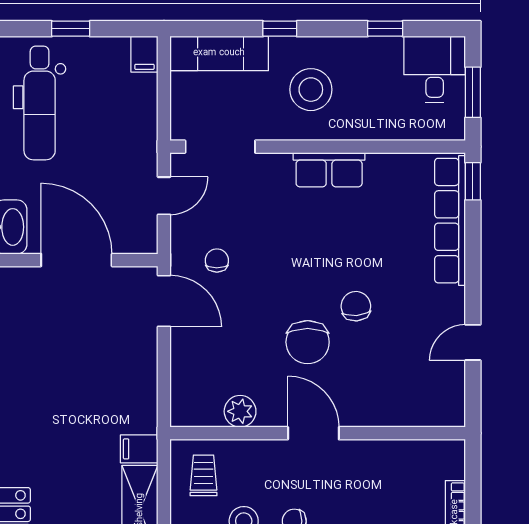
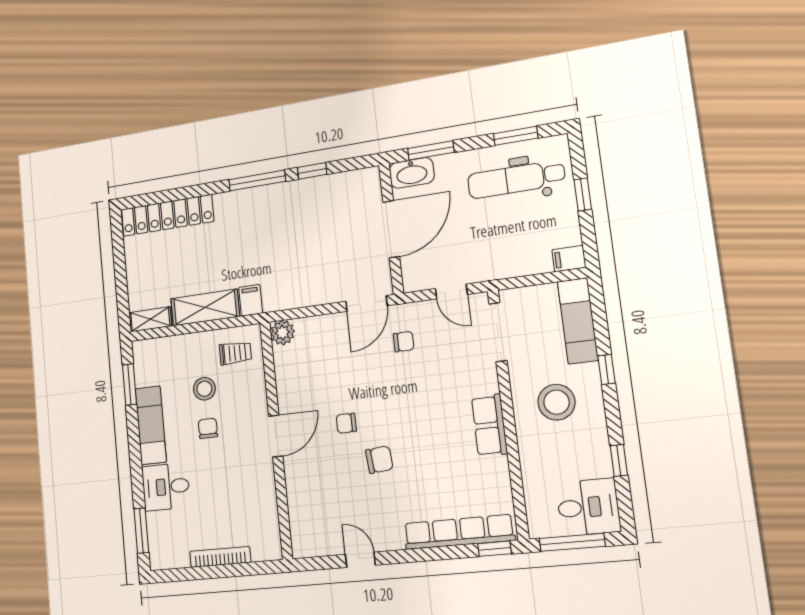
window: (473, 92) -> (572, 542), width x1.44
chair: (308, 342) -> (346, 423), width x0.54, depth x0.54
plant: (240, 411) -> (282, 333), moved

